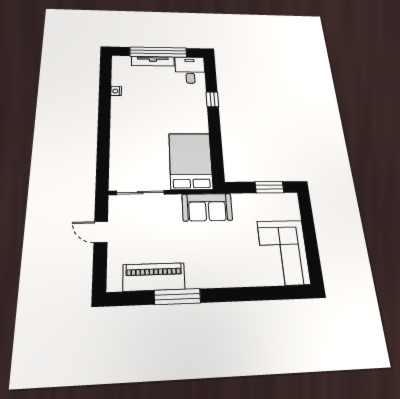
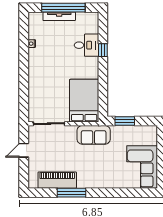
desk: (190, 70) -> (86, 45), moved, turned 90
window: (269, 187) -> (125, 121), moved
door: (101, 232) -> (24, 150), hinge flipped

